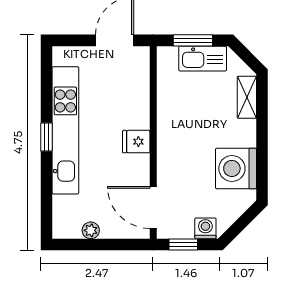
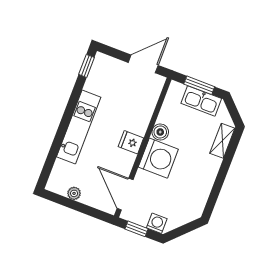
boiler: (167, 115) -> (160, 132), added
kitchen unit: (65, 130) -> (79, 127), width x0.73
window: (47, 137) -> (87, 66), moved
washing machine: (236, 168) -> (158, 158), moved, turned 180

